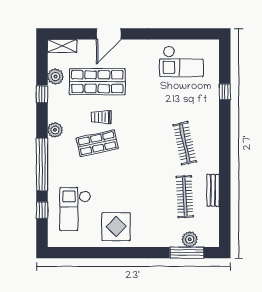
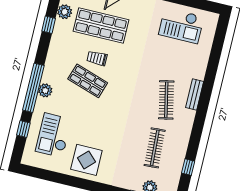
window: (225, 92) -> (188, 167), moved
plant: (55, 130) -> (45, 90), moved
shop shelf: (97, 143) -> (88, 81), turned 30
bench: (213, 190) -> (195, 94), moved

